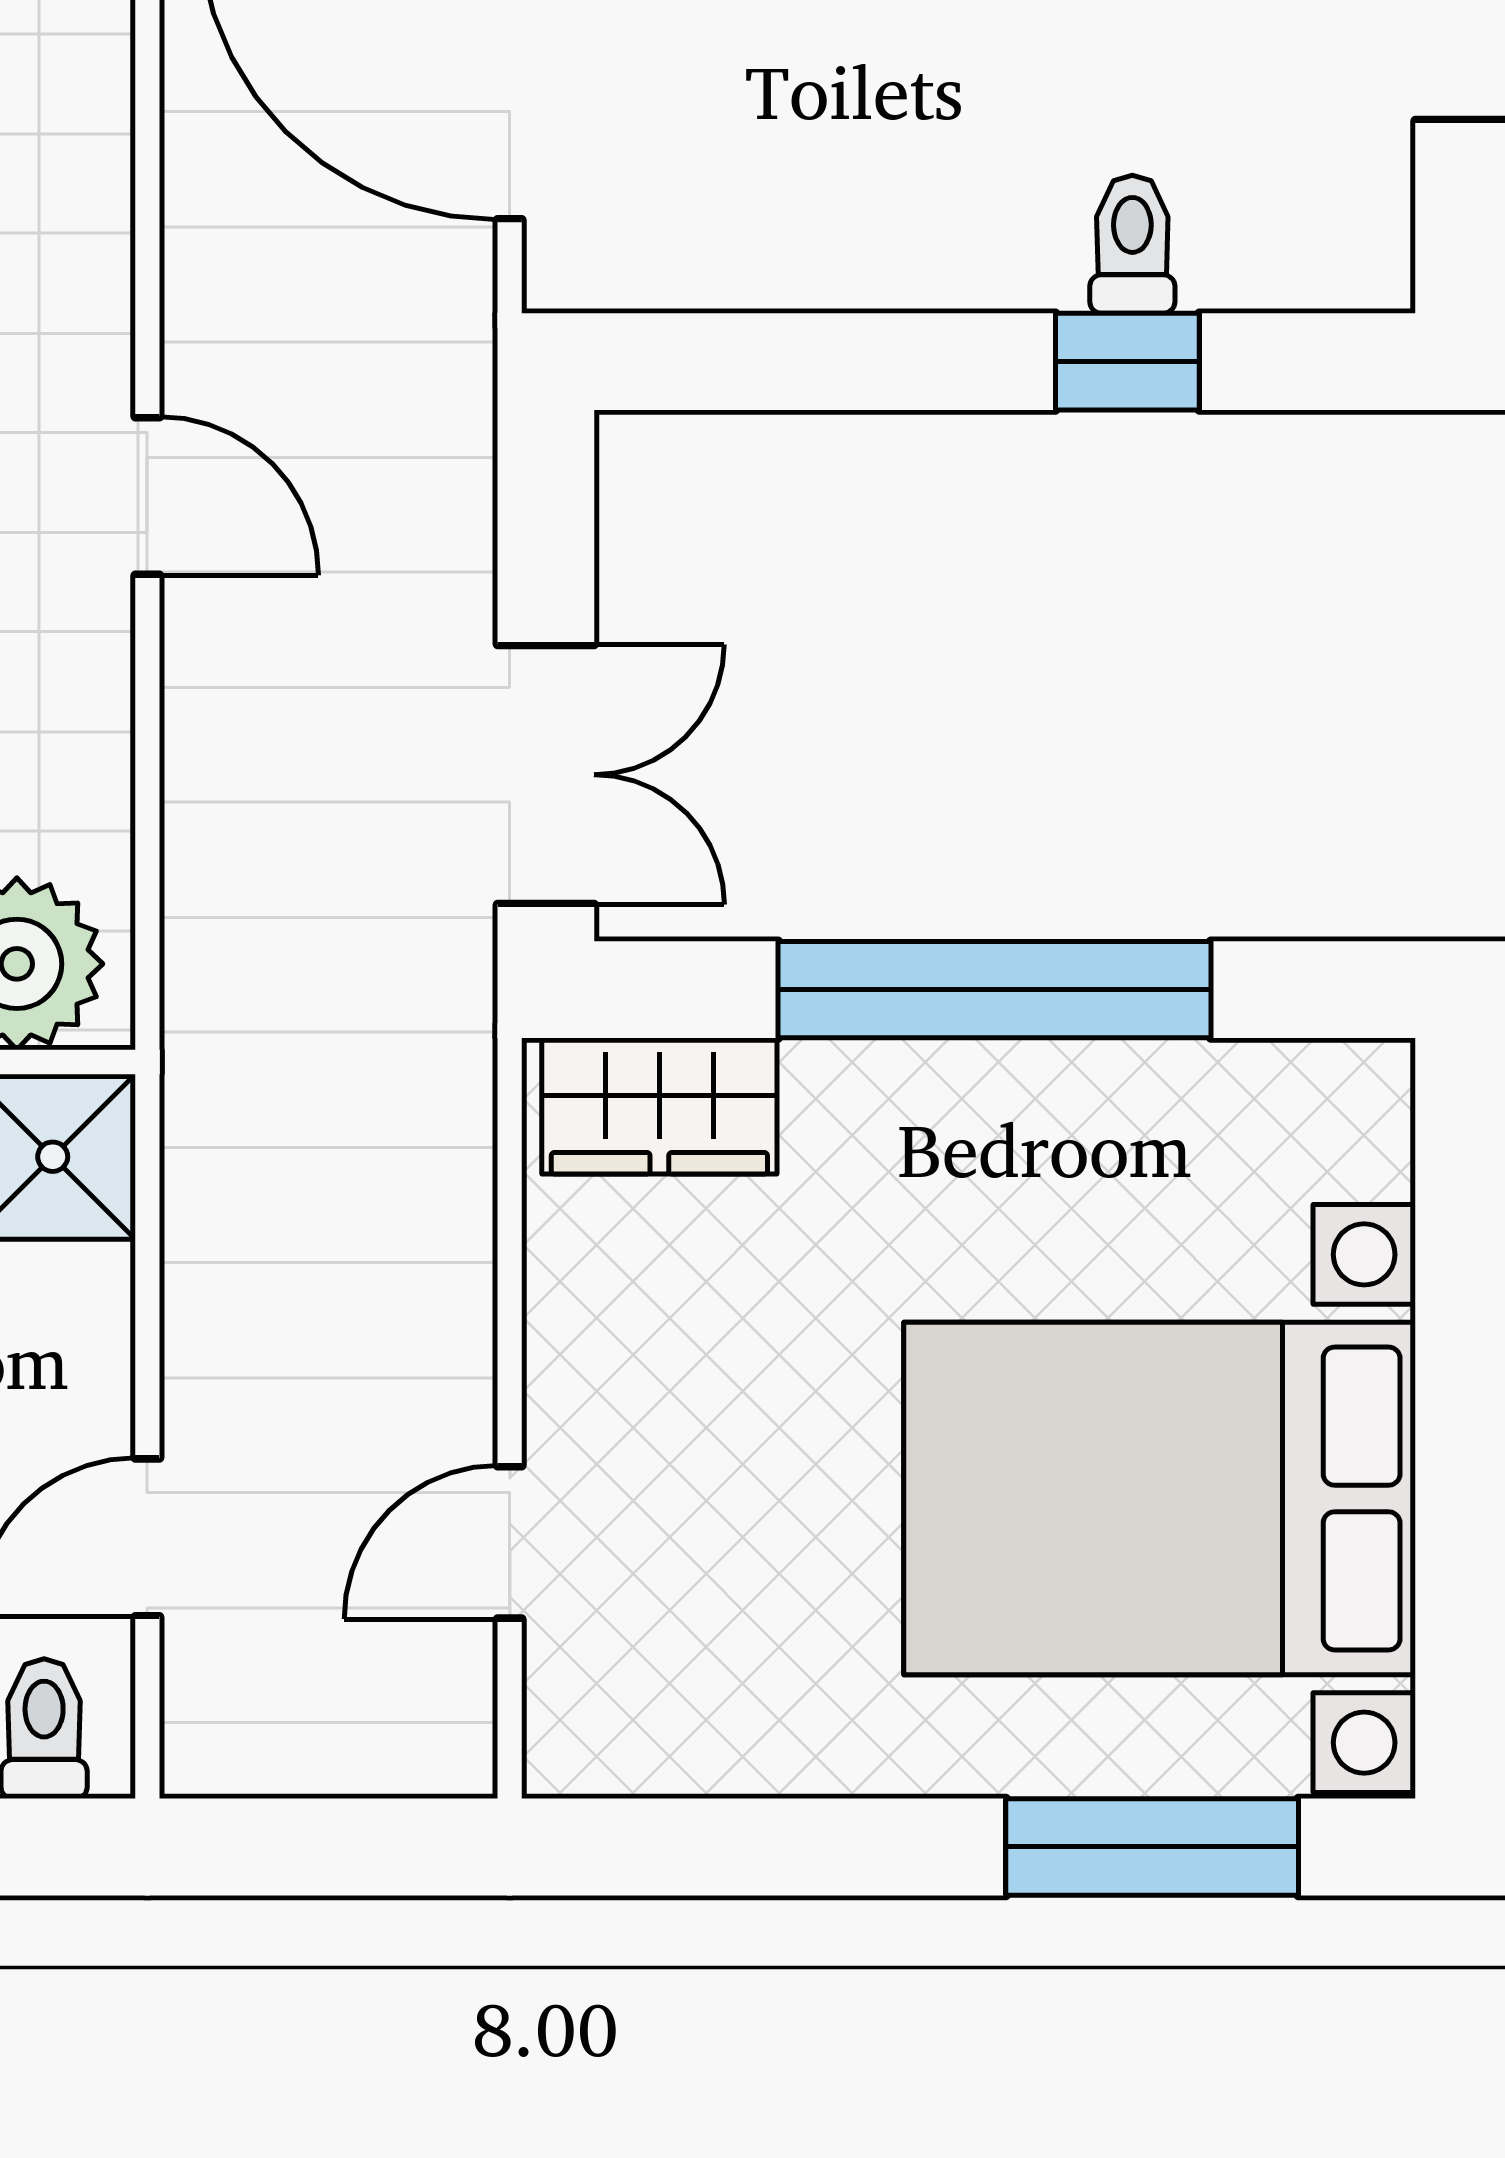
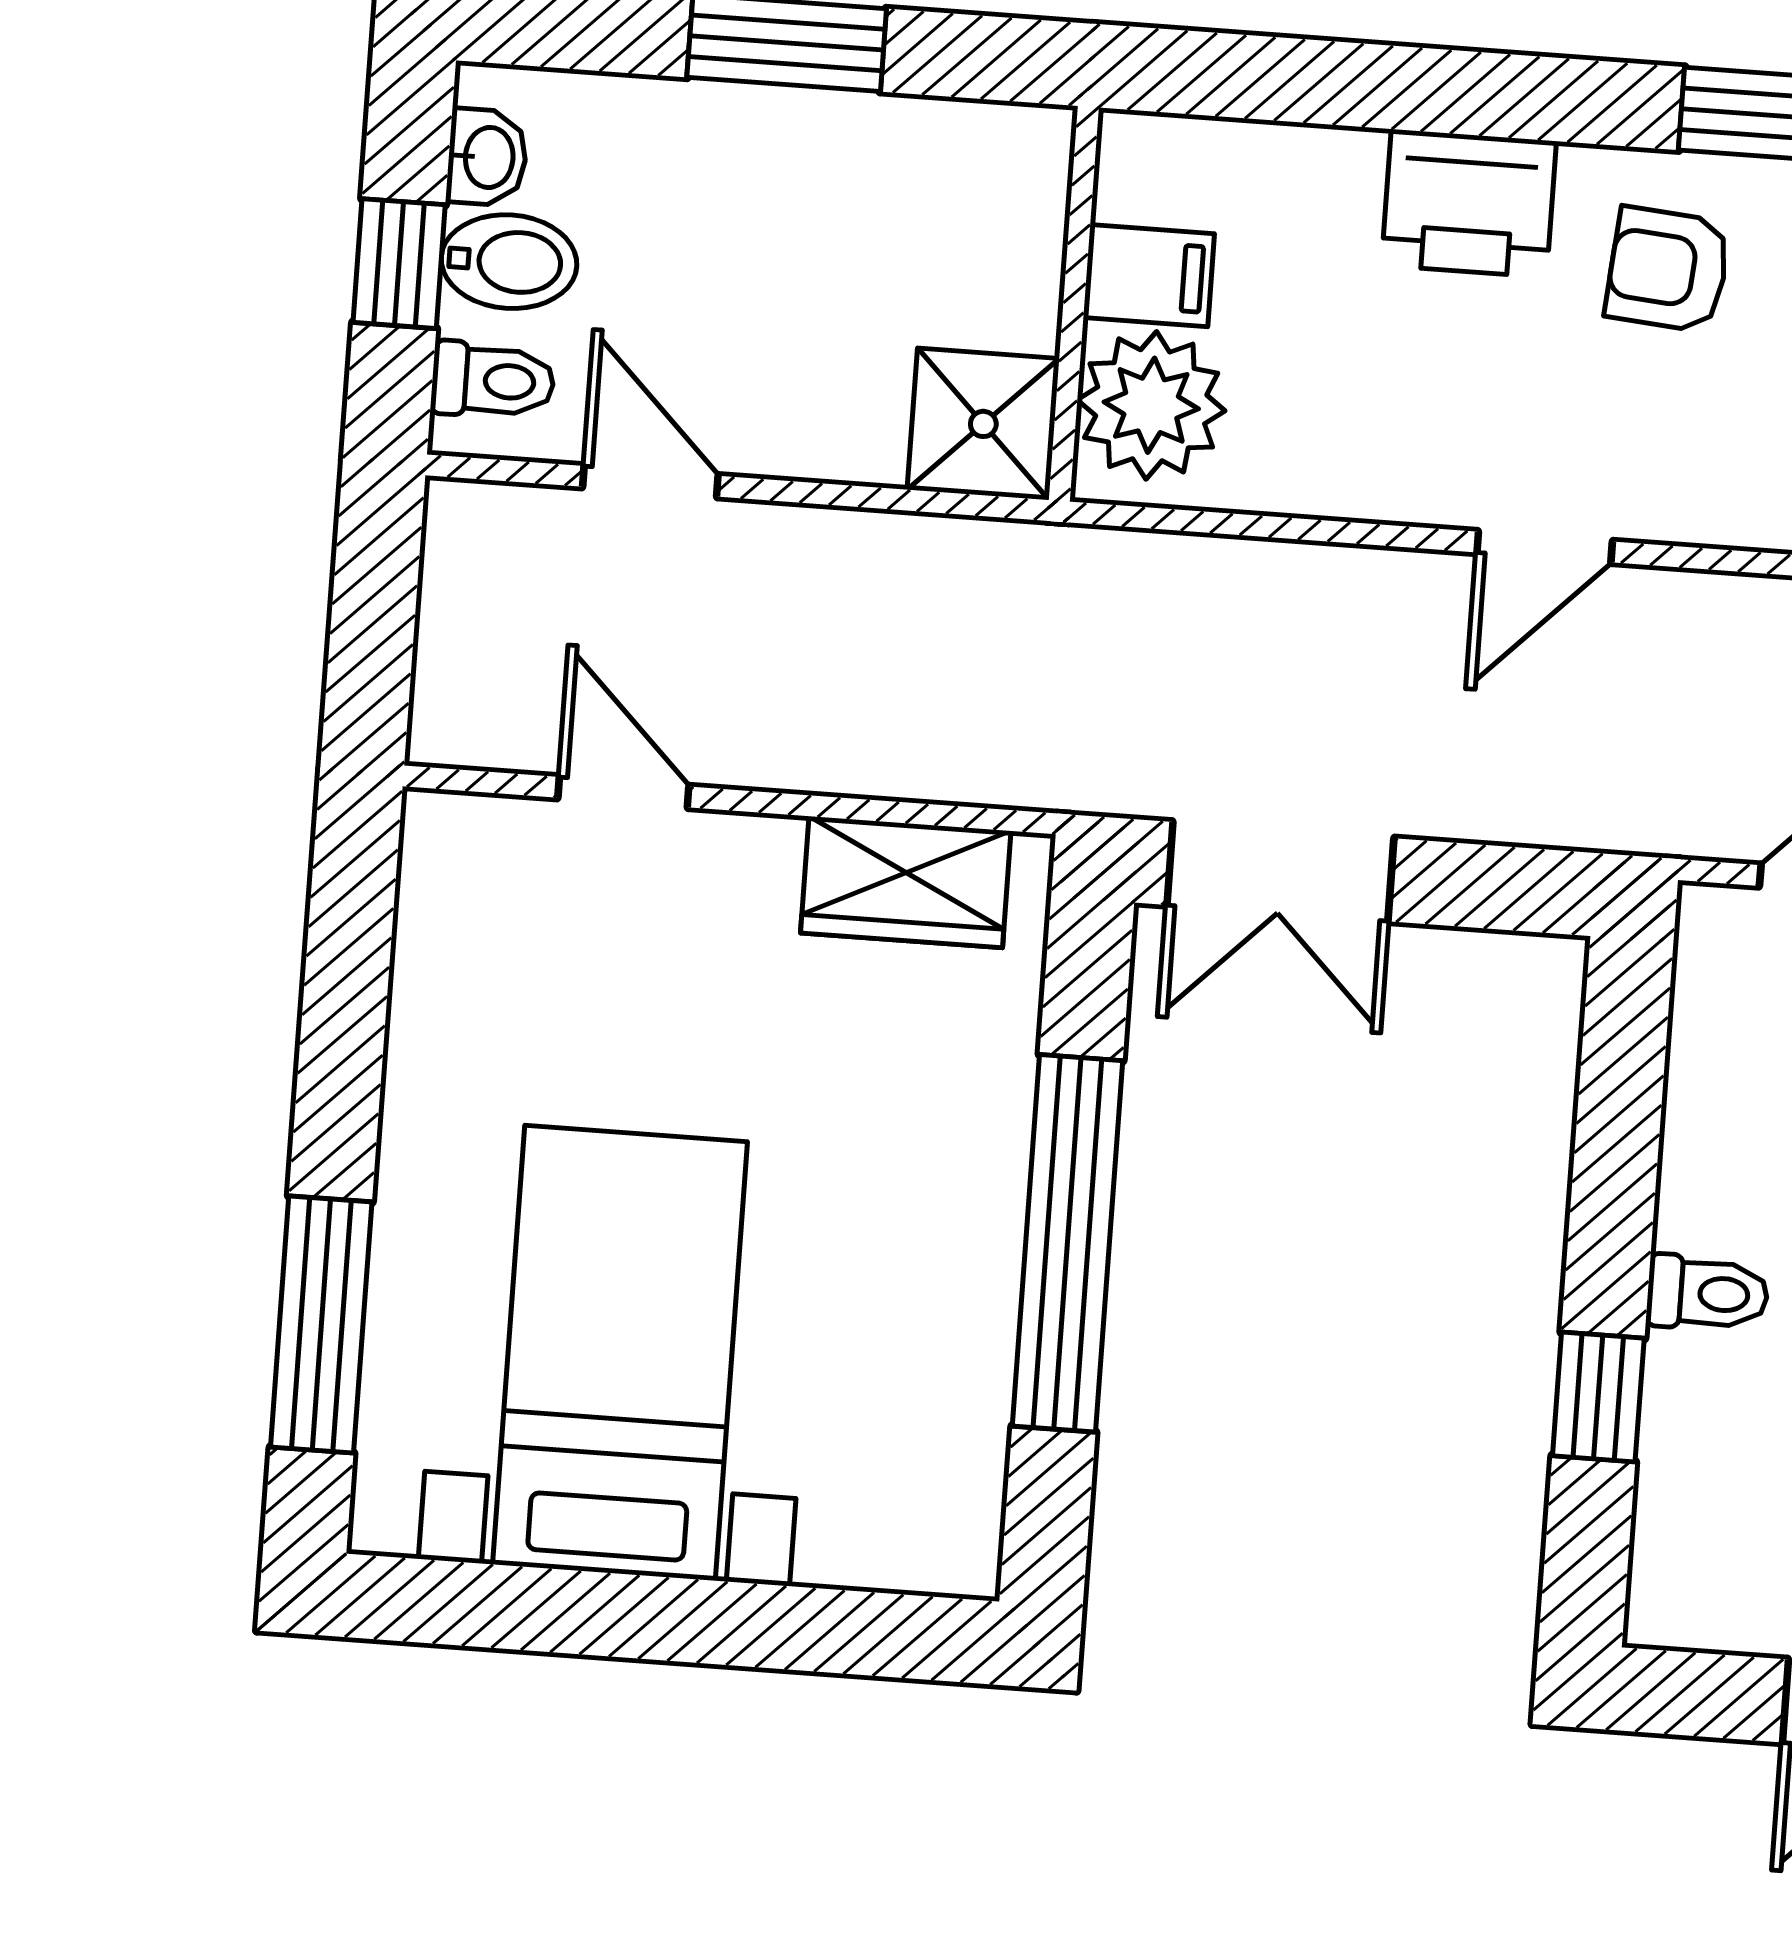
toilet: (1132, 244) -> (1707, 1293), moved
wardrobe: (659, 1106) -> (906, 882), moved, turned -90
bed with nightstands: (1160, 1499) -> (620, 1353), width x0.73

